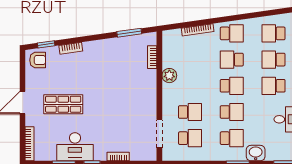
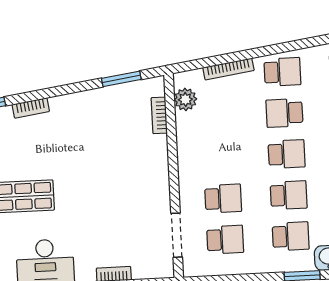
plant: (169, 76) -> (185, 99), moved

